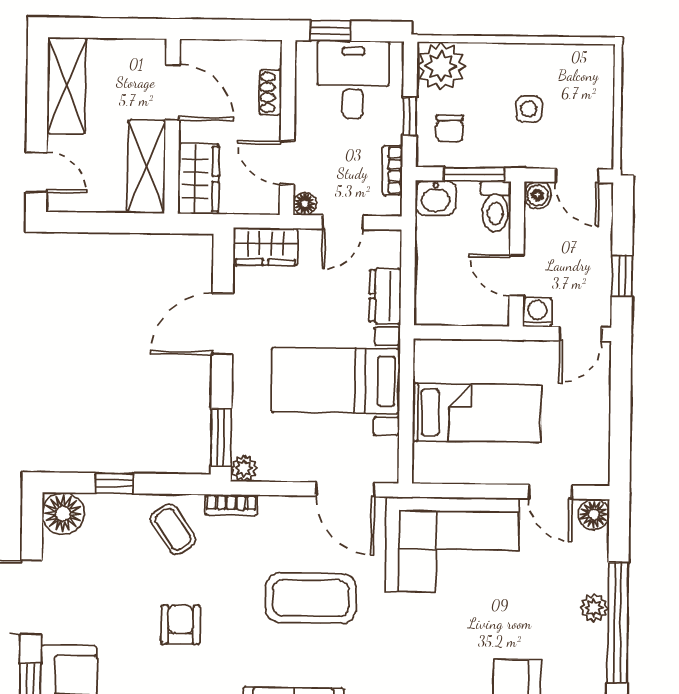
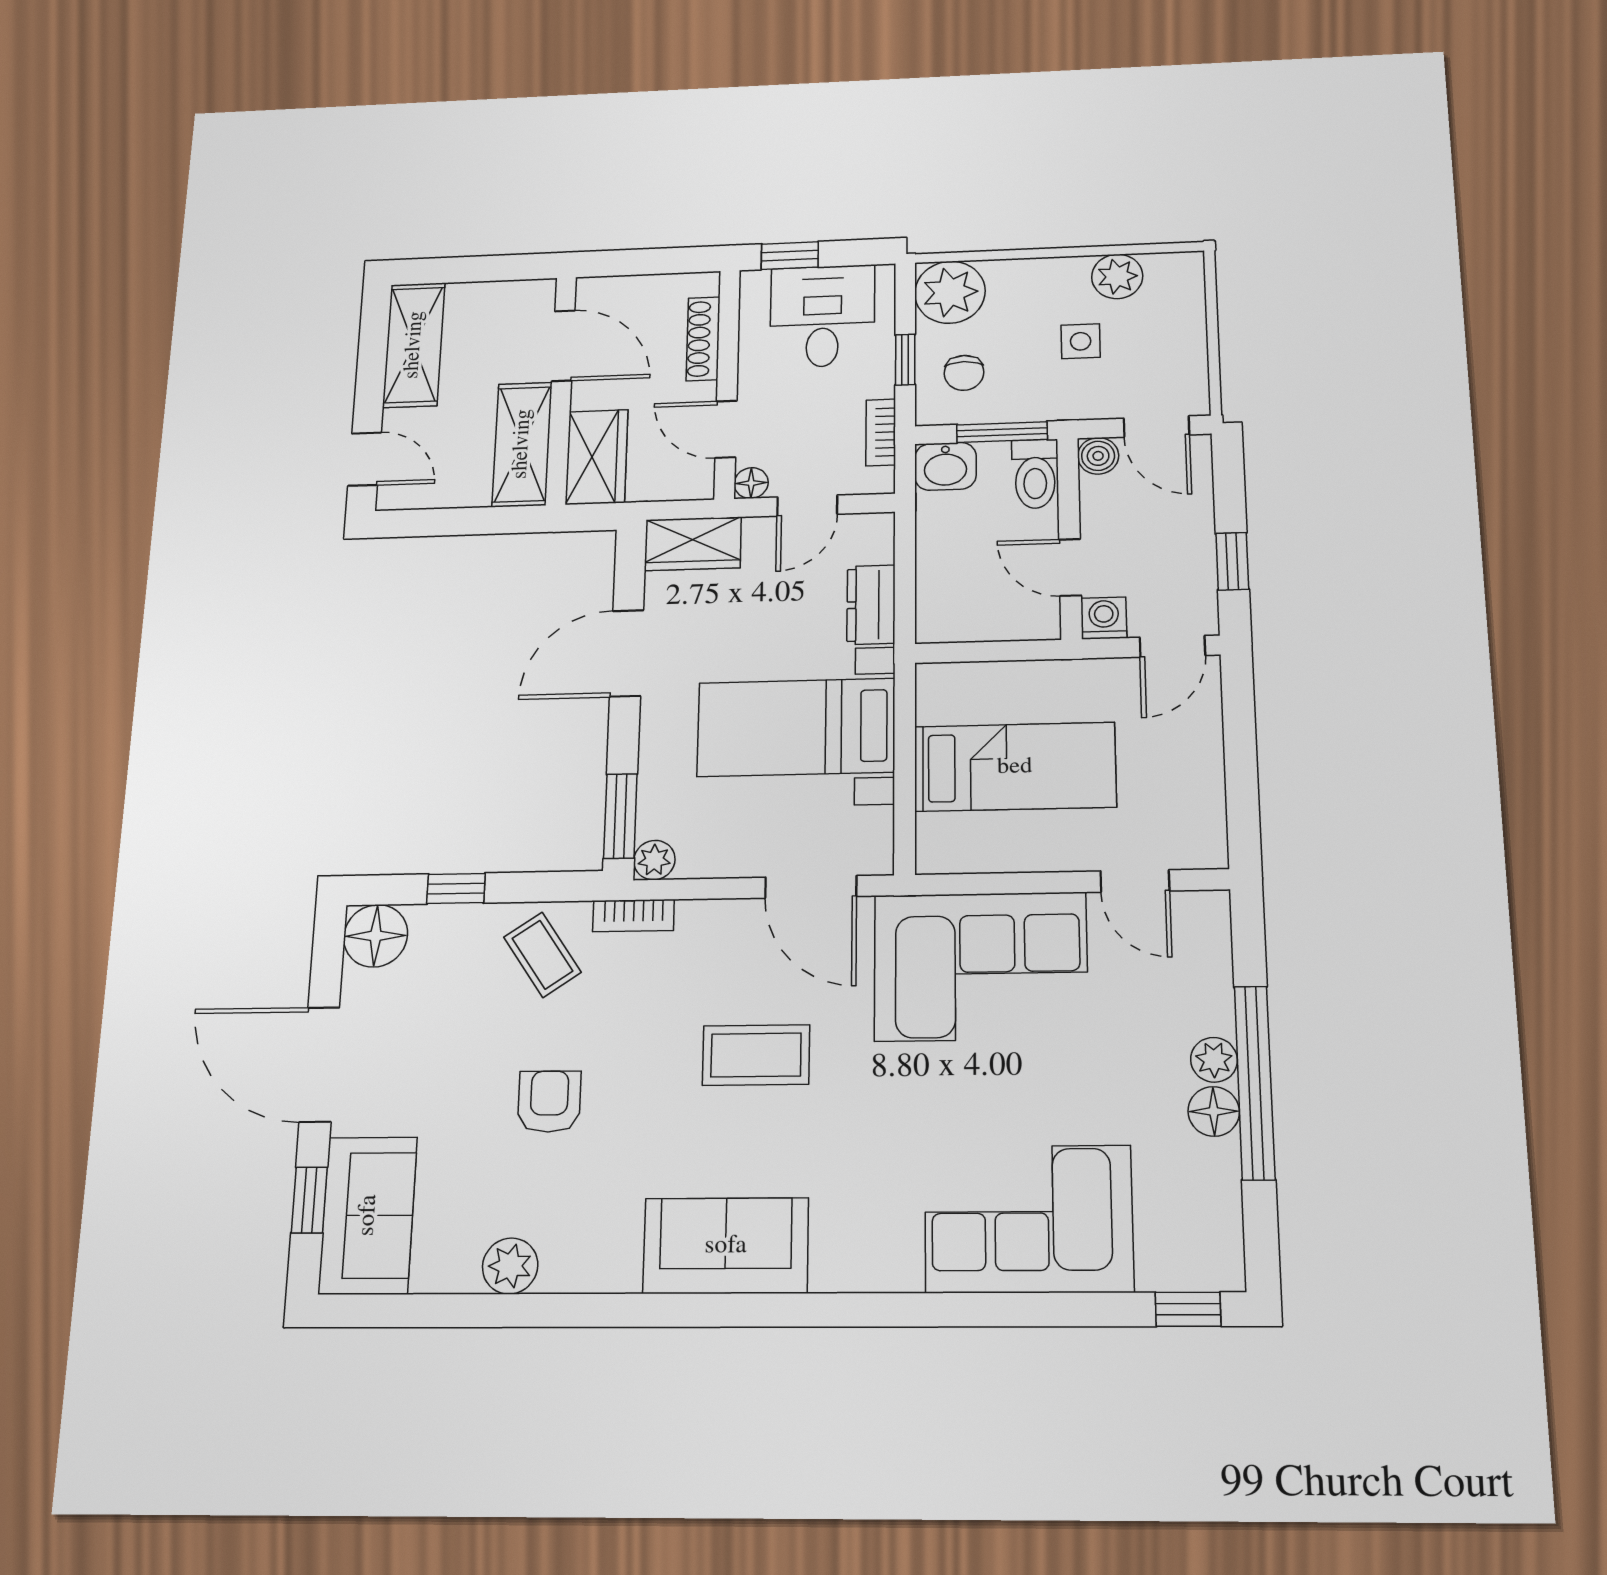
plant: (555, 61) -> (1117, 276), added
shoe rack: (270, 92) -> (703, 339), width x1.43
floor lamp: (594, 514) -> (1214, 1111), moved
coffee table: (311, 598) -> (756, 1055), width x0.73, depth x0.76

